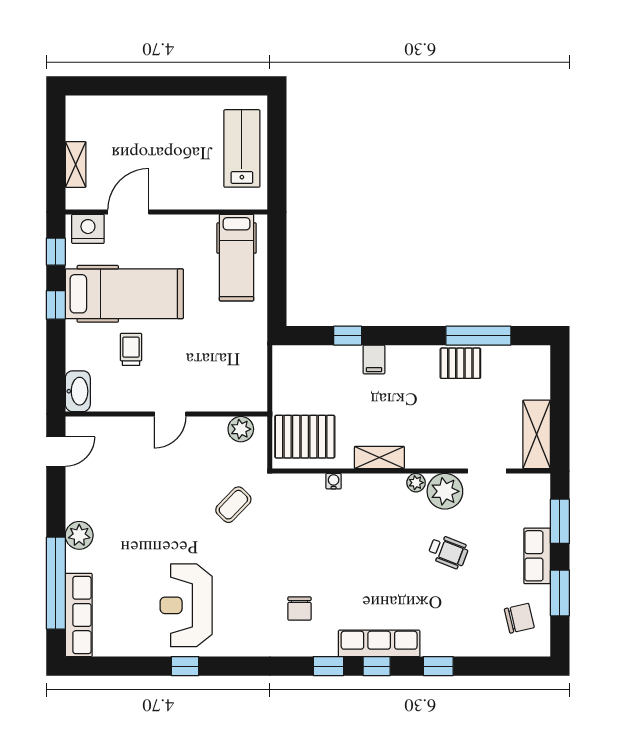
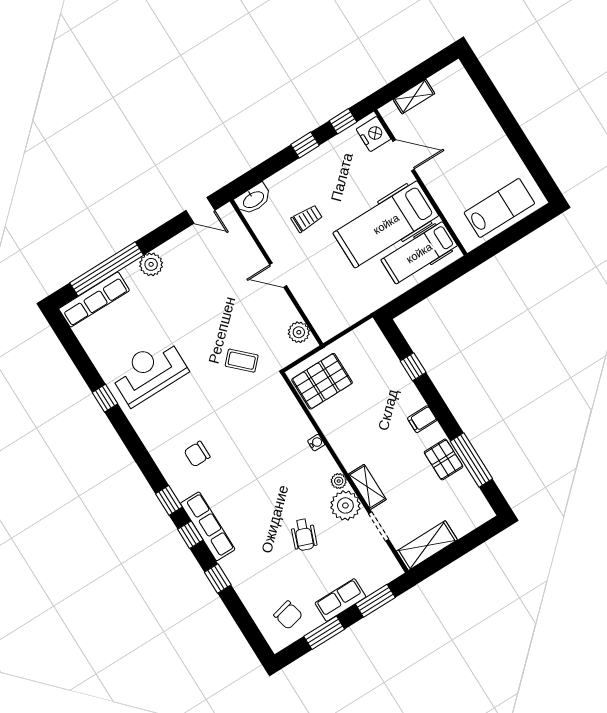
hospital bed: (124, 294) -> (386, 224), moved, turned 90
filing cabinet: (374, 359) -> (422, 419), moved
pallet: (305, 437) -> (322, 381), turned 90
shelving: (379, 458) -> (367, 487), moved
water cooler: (334, 481) -> (316, 443), moved

